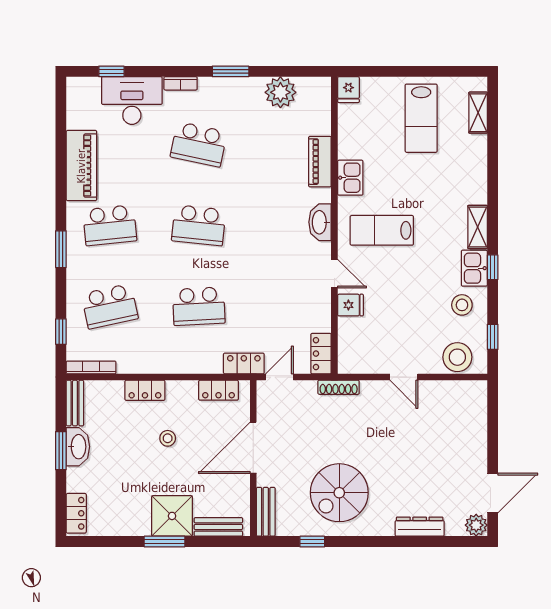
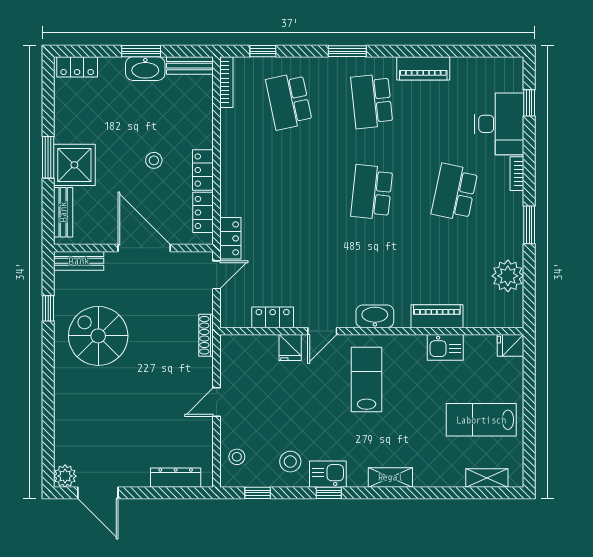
piano: (81, 166) -> (423, 68), width x0.73, depth x0.75
kitchen sink: (350, 178) -> (445, 347), moved
shelving: (478, 227) -> (390, 477), moved
school desk: (199, 306) -> (289, 192), removed
locker: (321, 354) -> (273, 317), moved
stool: (457, 357) -> (237, 457), width x0.53, depth x0.53
door: (280, 377) -> (217, 275), hinge flipped
locker: (145, 390) -> (203, 170), moved
dresser: (420, 527) -> (176, 478), moved, turned -90

